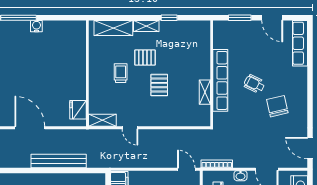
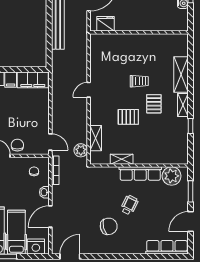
plant: (223, 38) -> (172, 176), added
wall: (87, 73) -> (139, 32), moved
row of seats: (220, 80) -> (140, 173), width x0.73
fridge: (78, 110) -> (105, 24), moved
shelving: (102, 120) -> (96, 138), moved
plant: (195, 136) -> (81, 150), added
door: (186, 169) -> (50, 142), hinge flipped

